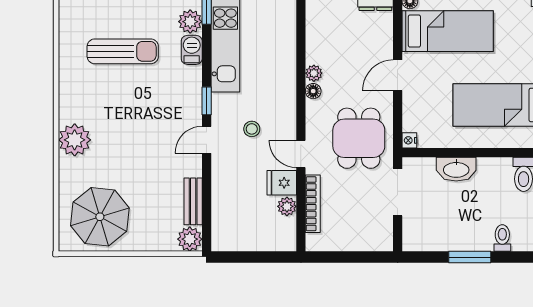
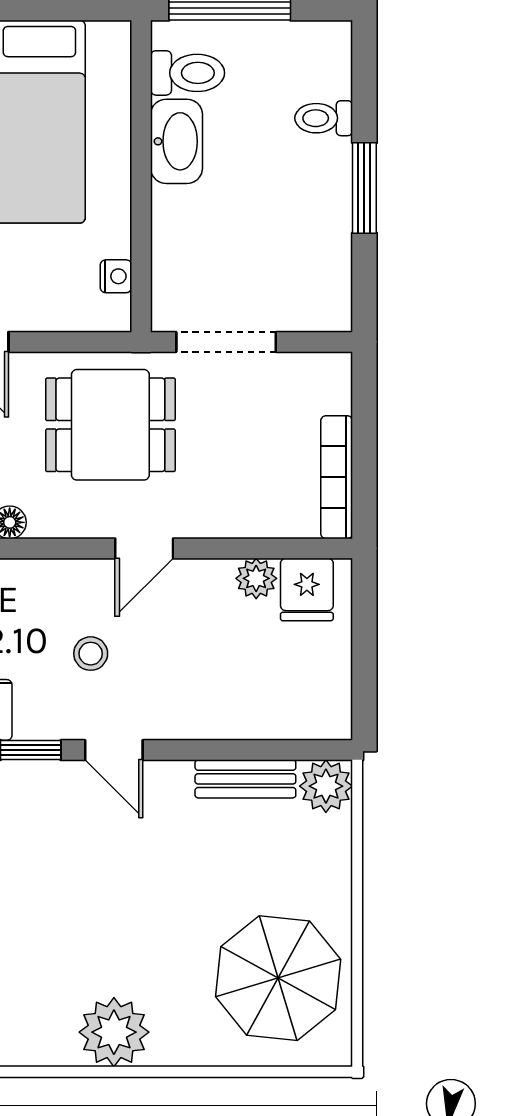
nightstand: (409, 140) -> (116, 276), moved, turned -90
washbasin: (456, 169) -> (177, 141), moved
fridge: (282, 183) -> (307, 589), moved
bookcase: (313, 204) -> (337, 477), moved, turned -90

